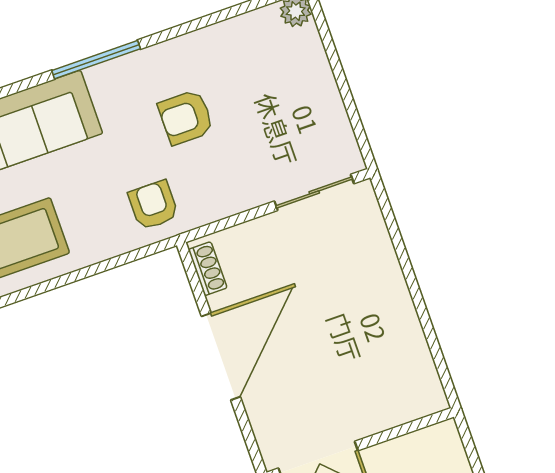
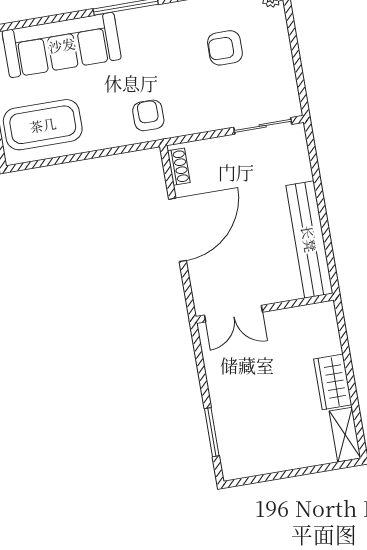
armchair: (186, 117) -> (225, 48), moved
bench: (406, 339) -> (309, 239), added

